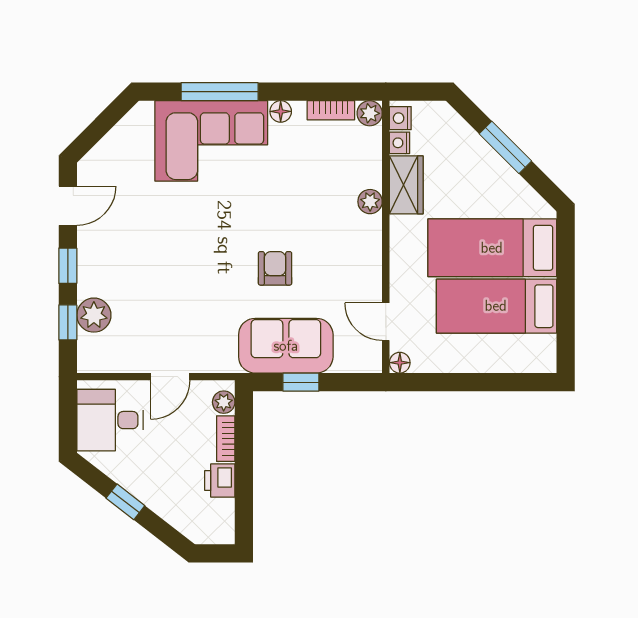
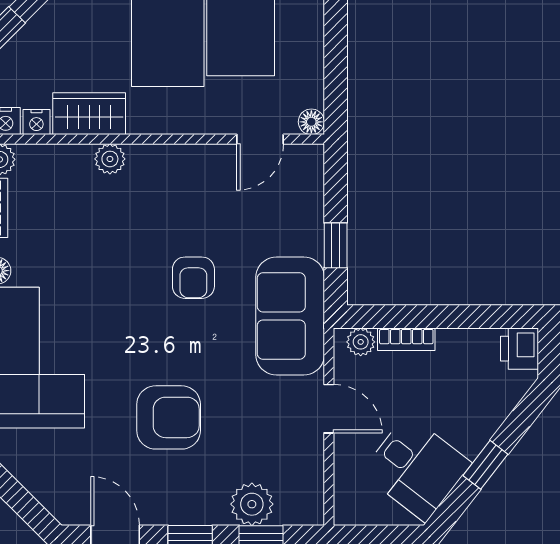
armchair: (163, 249) -> (169, 417), added
armchair: (275, 268) -> (193, 278), turned -90
sofa: (286, 346) -> (290, 316), moved
desk: (110, 420) -> (416, 468), moved, turned -52
printer: (220, 480) -> (520, 349), moved, turned 90

